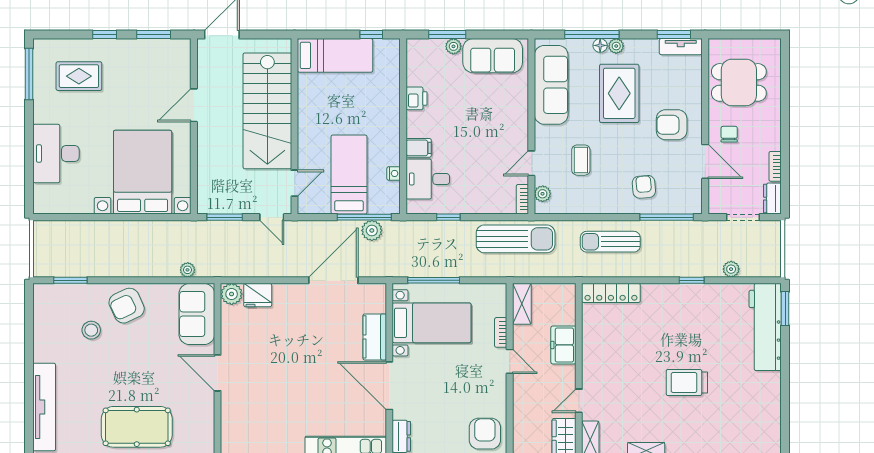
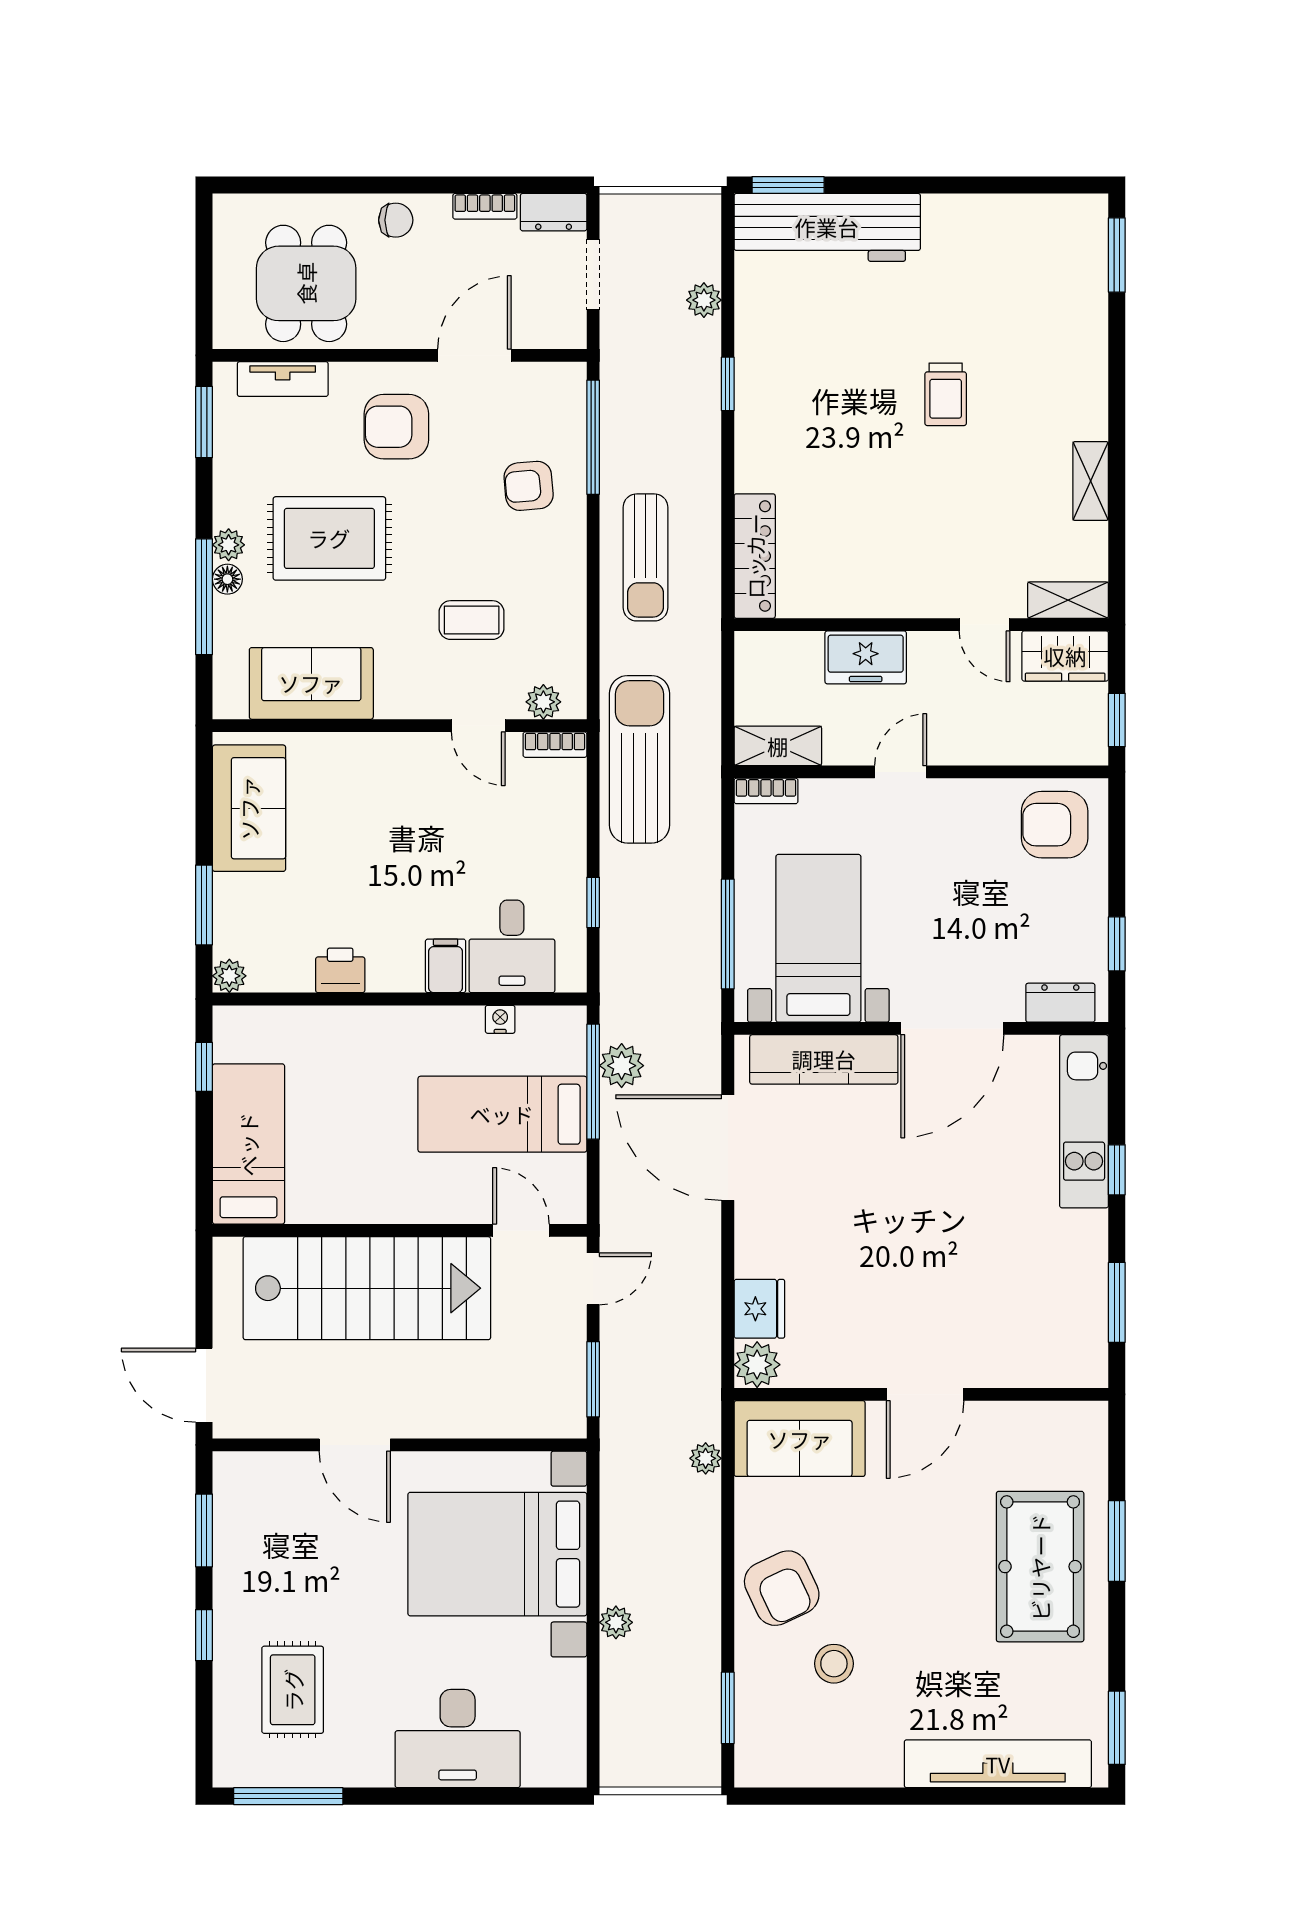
plant: (453, 46) -> (229, 976), moved
tv unit: (681, 47) -> (283, 379), moved, turned 90
sofa: (551, 85) -> (311, 683), width x0.73
armchair: (672, 125) -> (396, 427), turned 90
chair: (729, 134) -> (396, 220), moved, turned 180
plant: (111, 228) -> (616, 1622), added
bookcase: (501, 332) -> (766, 791), moved
kitchen counter: (375, 337) -> (824, 1059), width x1.50
trolley: (687, 383) -> (946, 394), width x0.73, depth x0.72

